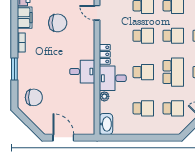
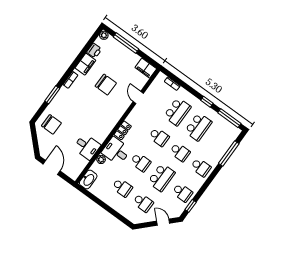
desk: (82, 72) -> (87, 147), moved

